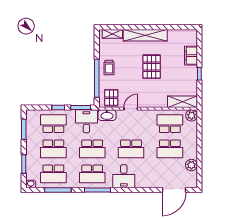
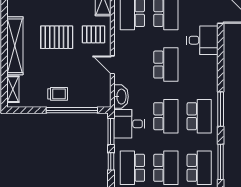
pallet: (111, 98) -> (94, 34), moved
desk: (124, 176) -> (202, 40), moved

